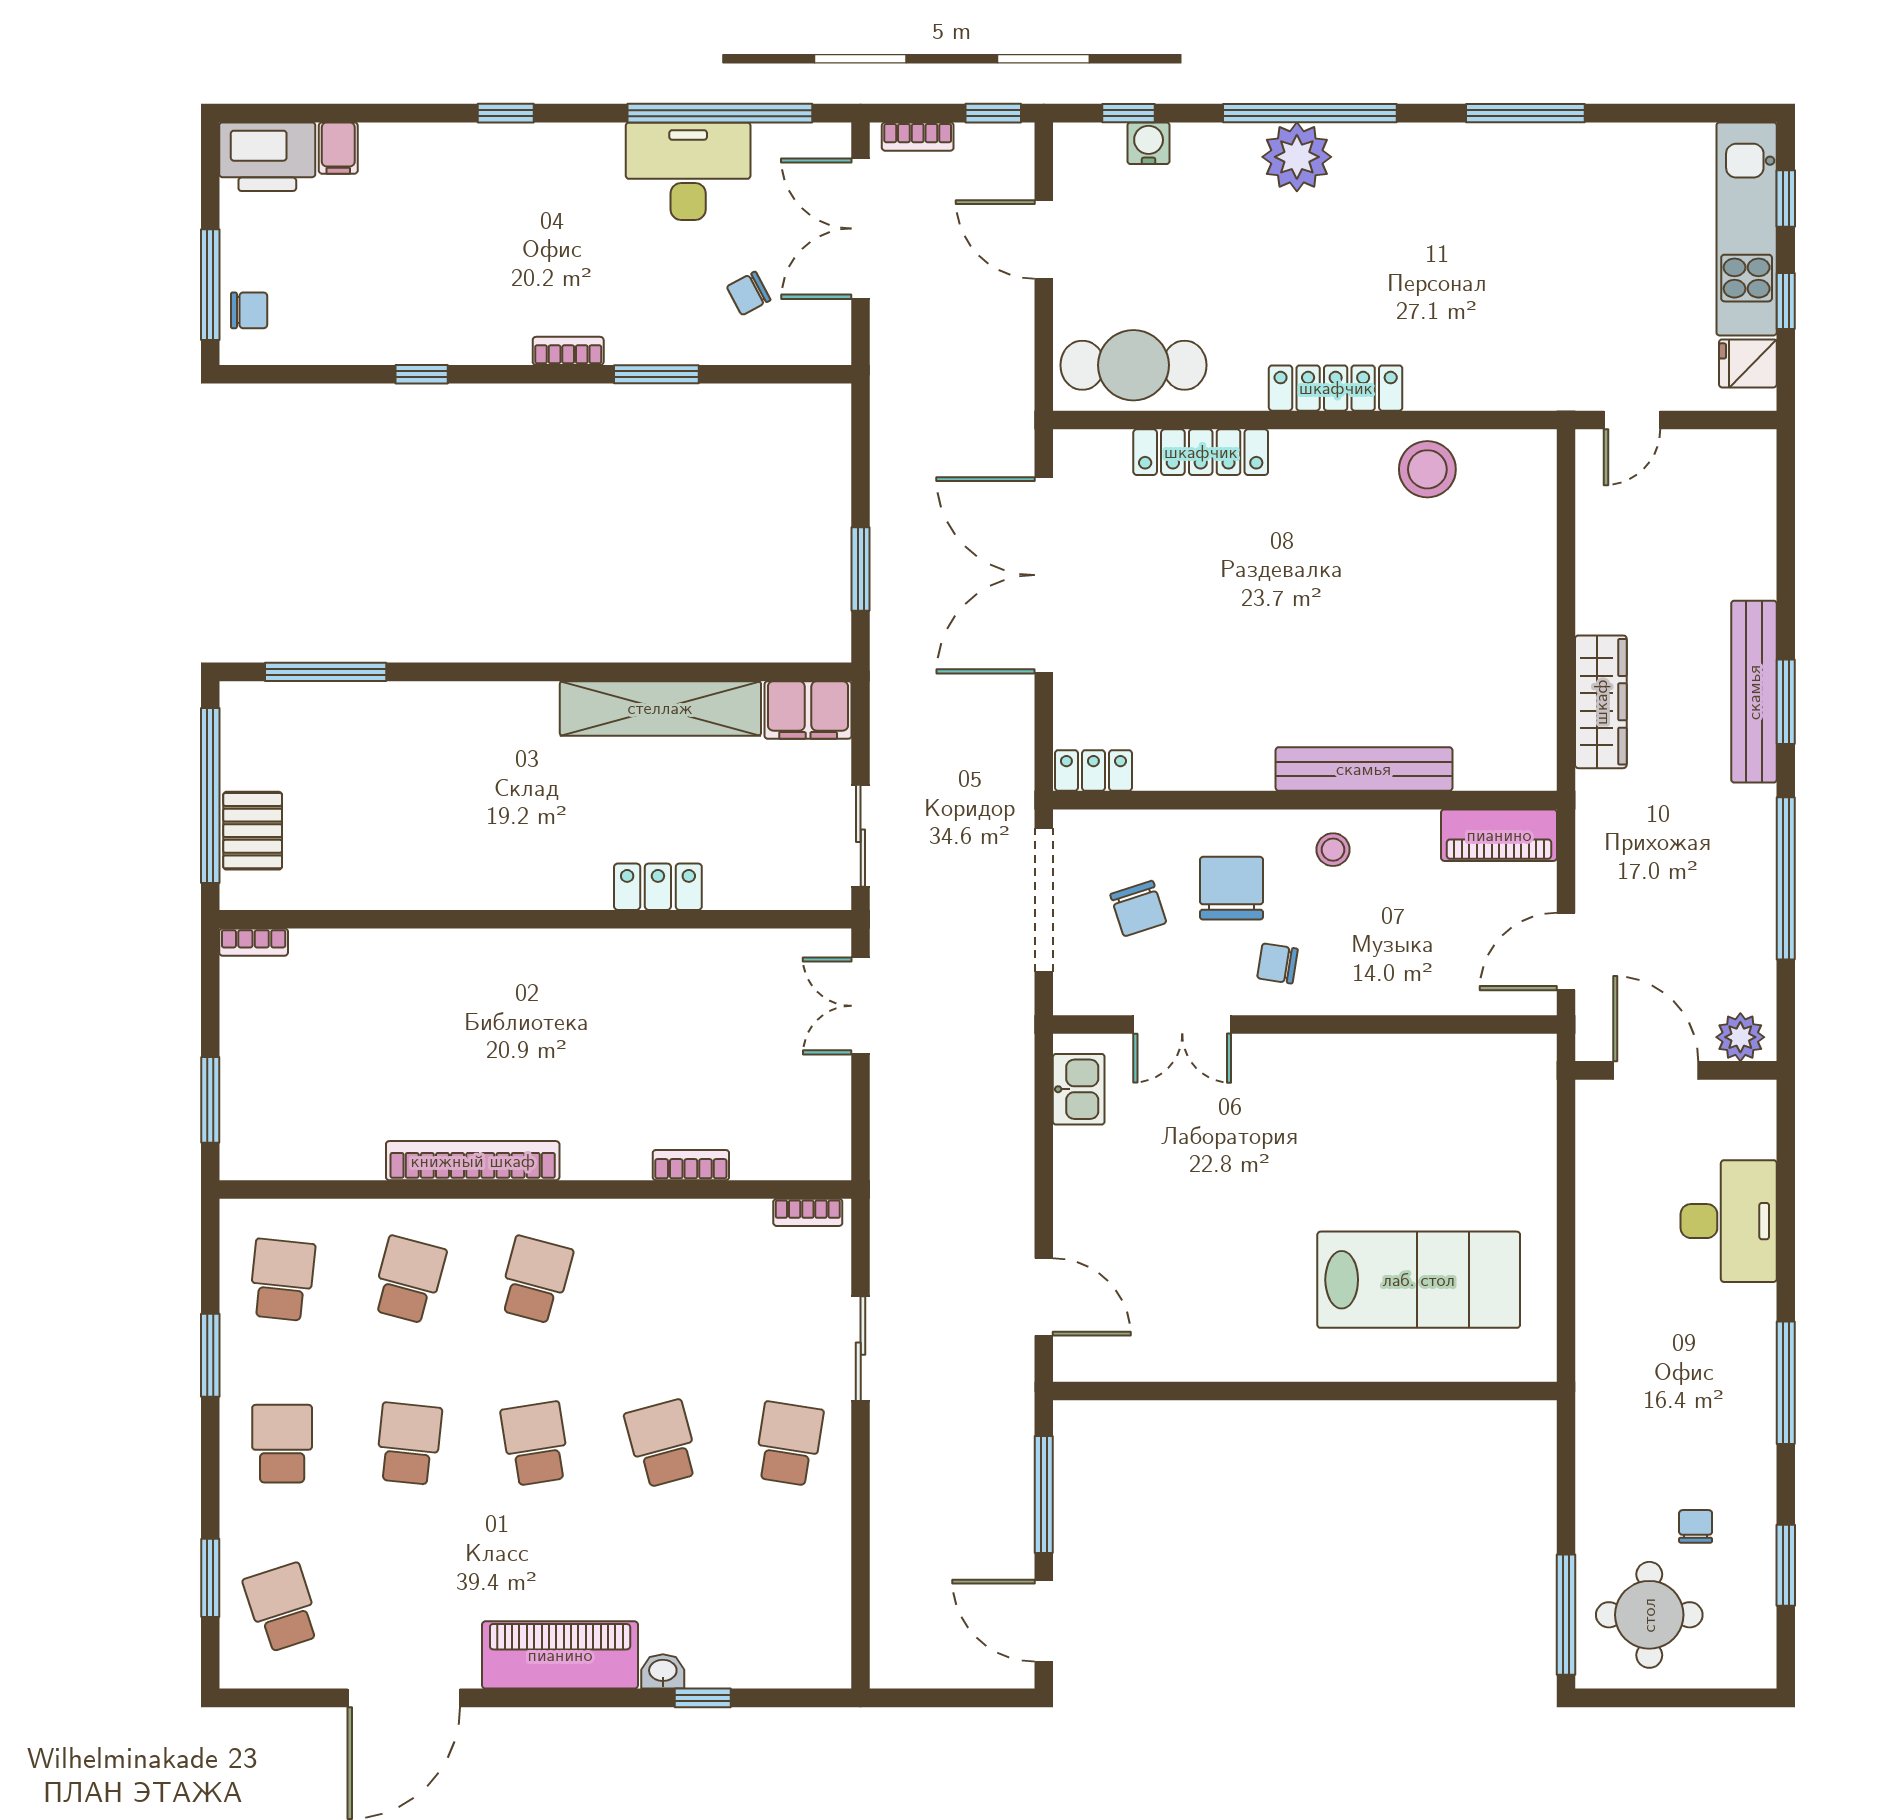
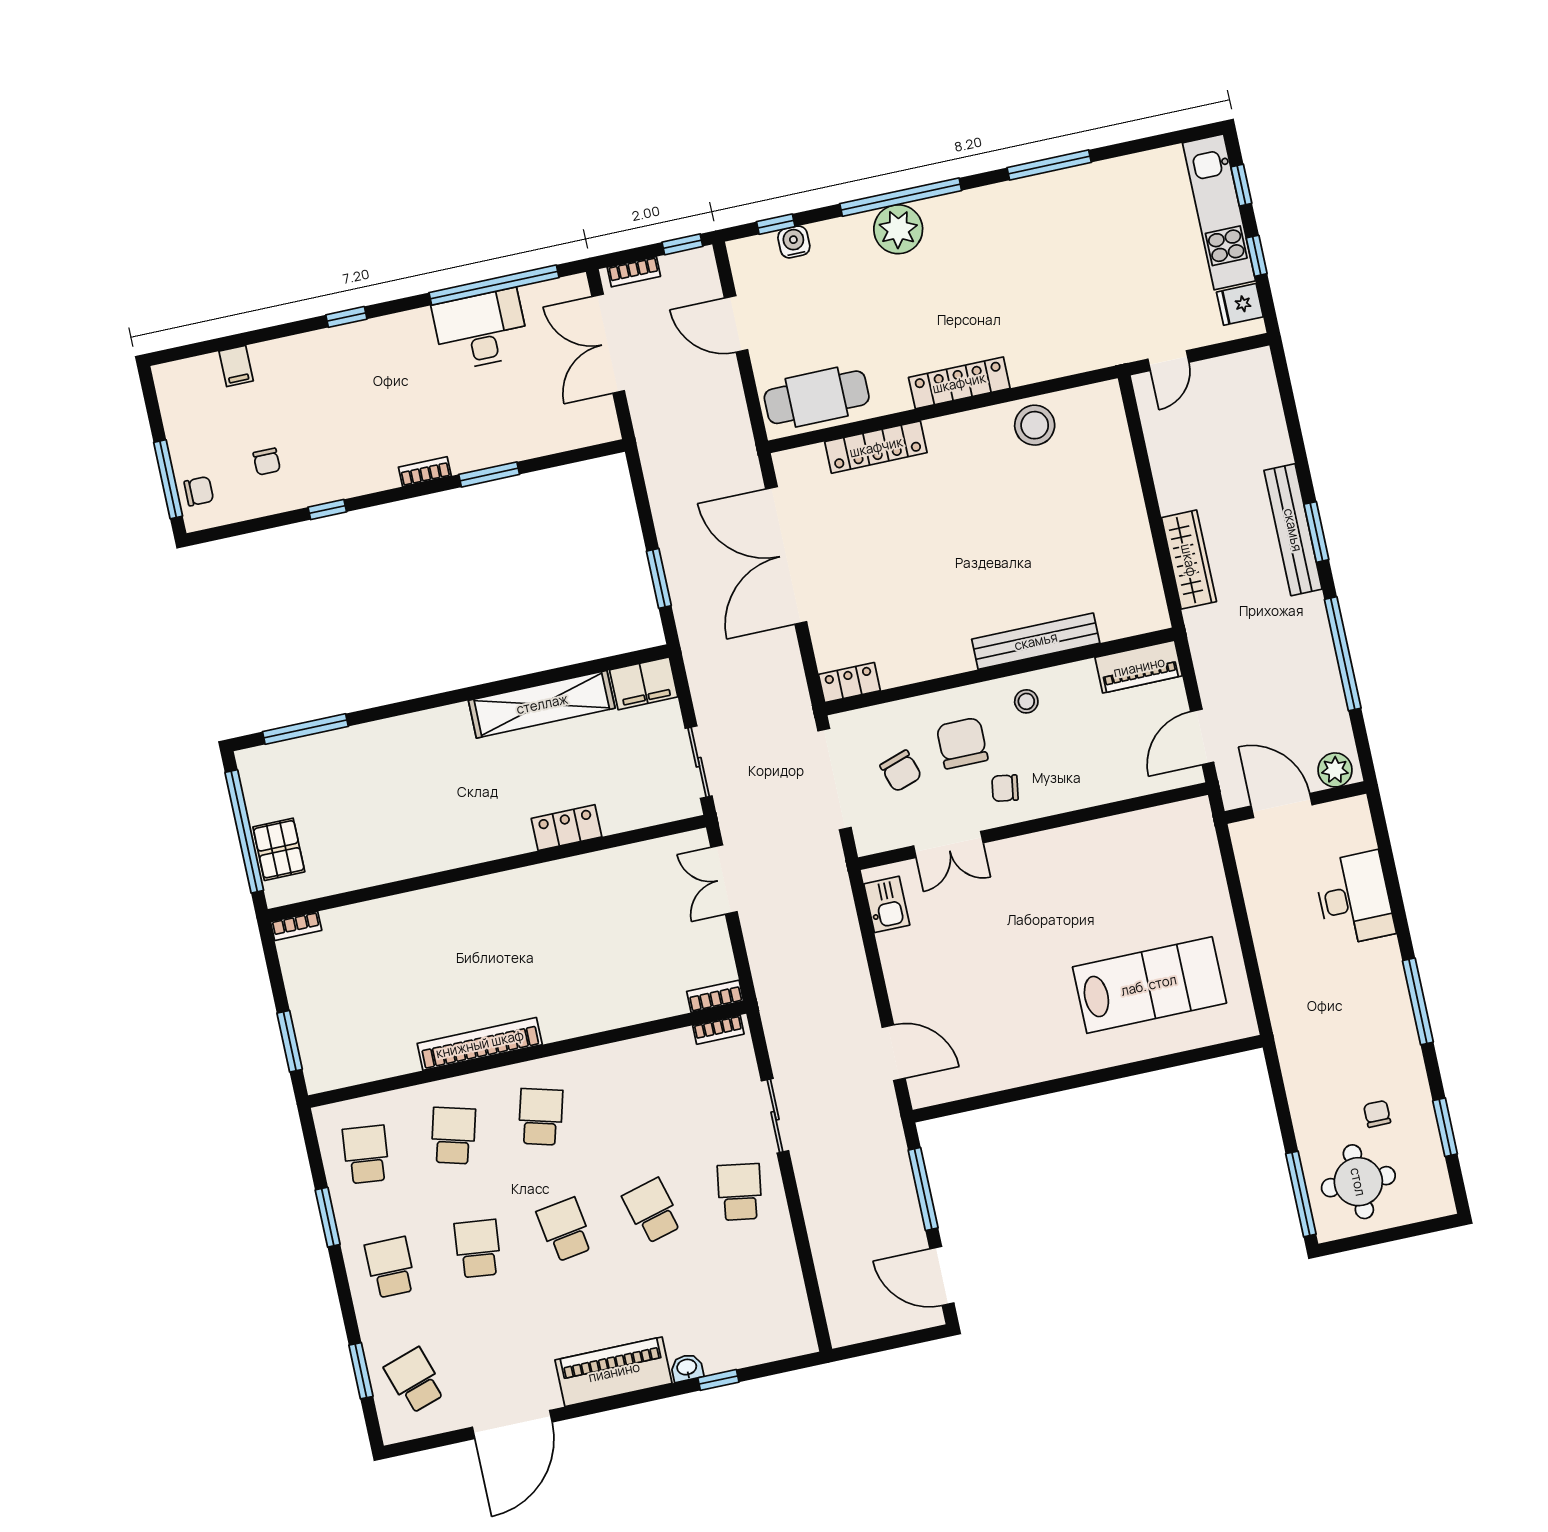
printer: (267, 157) -> (188, 383), removed
chair: (749, 293) -> (267, 462), moved, turned -62
bookcase: (691, 1165) -> (715, 996), moved

